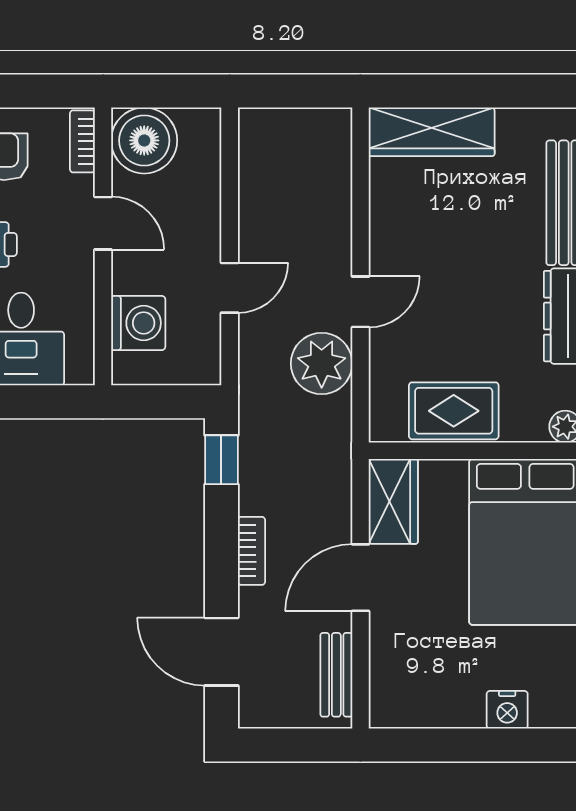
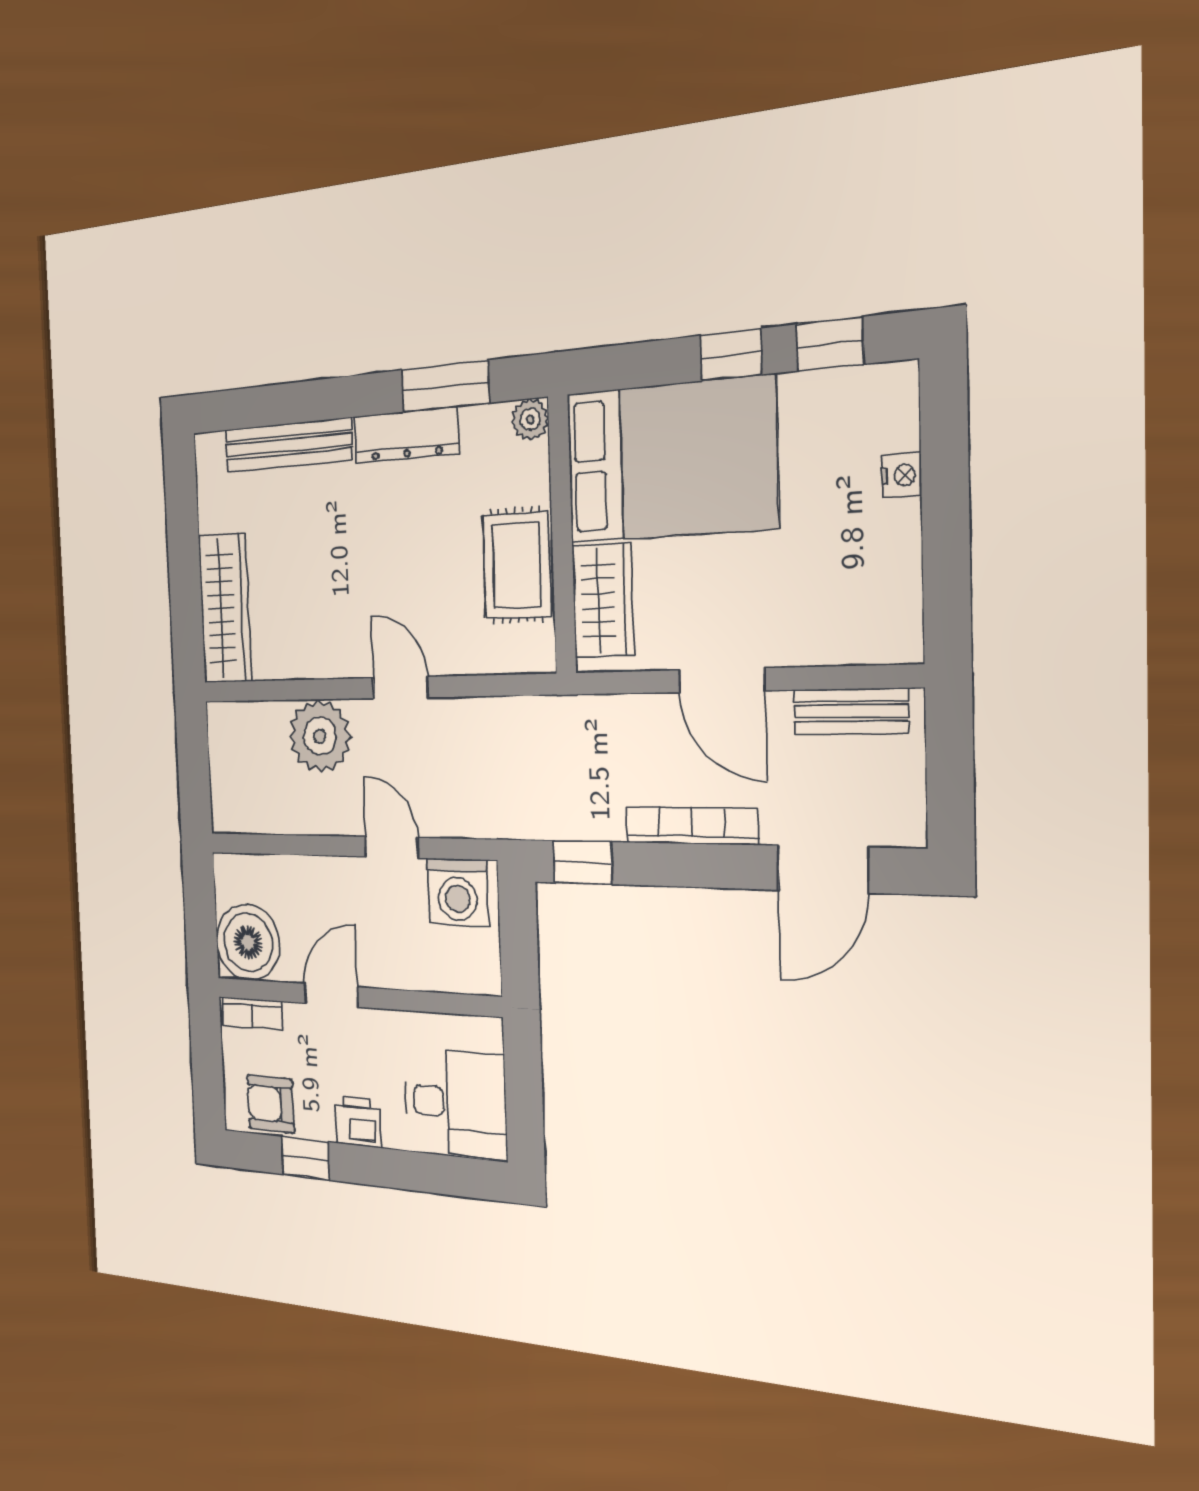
washing machine: (138, 323) -> (458, 892), moved, turned 180
plant: (322, 363) -> (320, 736), moved
wardrobe: (393, 501) -> (603, 600), moved, turned 90
bookcase: (251, 551) -> (692, 826), width x1.56
nightstand: (507, 710) -> (901, 475), width x0.72, depth x0.74

